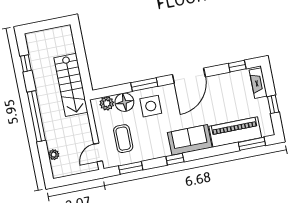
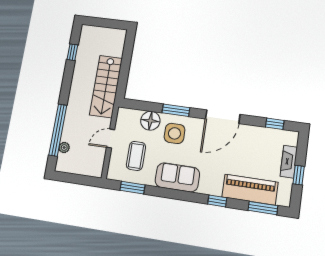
fireplace: (258, 83) -> (289, 162), moved
plant: (107, 103) -> (133, 116), removed
window: (36, 116) -> (58, 130), moved
sofa: (190, 140) -> (177, 177), moved
door: (98, 153) -> (111, 138), moved
window: (175, 159) -> (217, 201), moved

